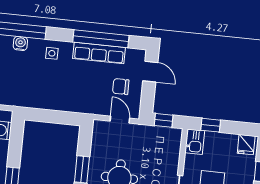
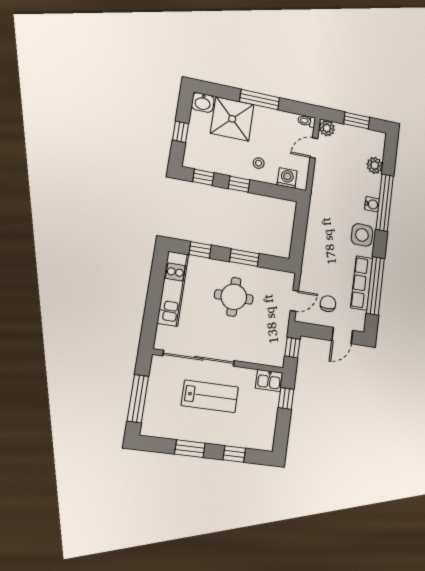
side table: (52, 53) -> (362, 235), width x1.87, depth x1.87
fridge: (246, 145) -> (264, 438), removed

